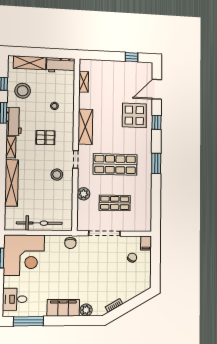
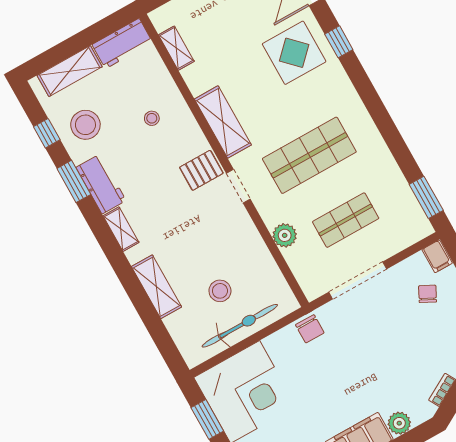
pallet: (45, 138) -> (201, 170), moved
window: (156, 163) -> (426, 197), moved
stool: (57, 175) -> (220, 291), moved
shelving: (12, 183) -> (157, 287), width x0.68

